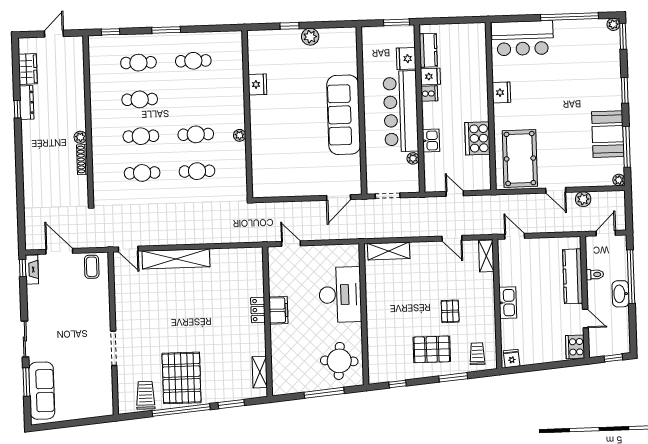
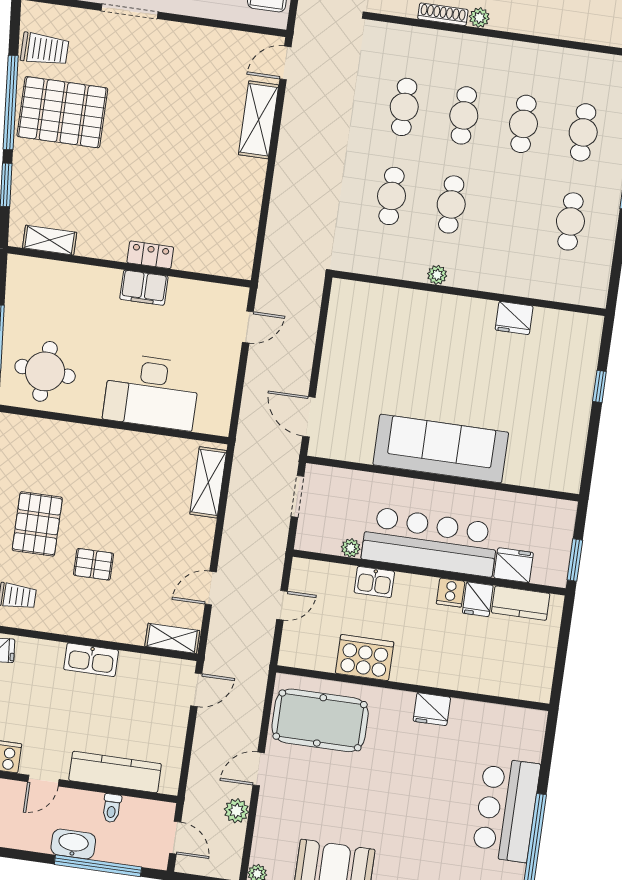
plant: (310, 37) -> (576, 417), removed
bar counter: (522, 38) -> (506, 810), moved
shelving: (176, 259) -> (259, 120), width x0.68

